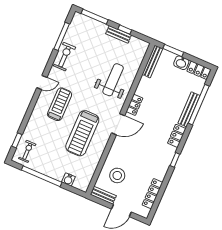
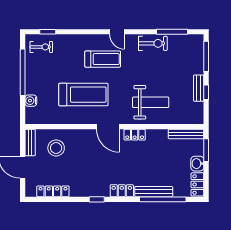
treadmill: (82, 133) -> (83, 95), turned 180

